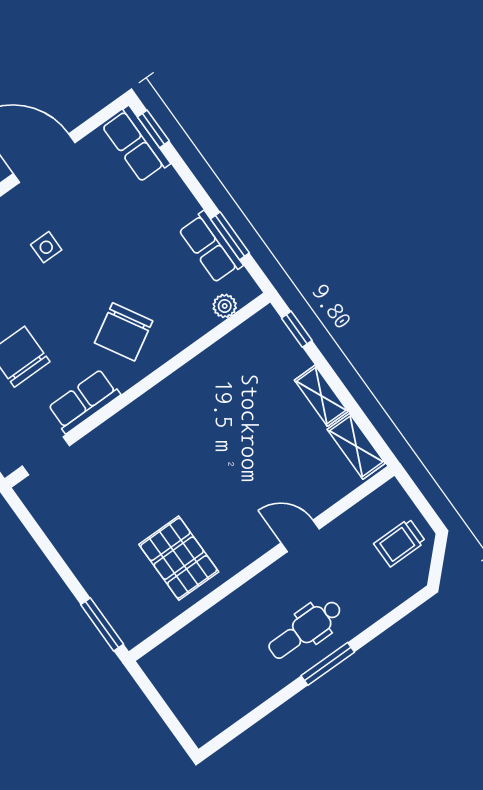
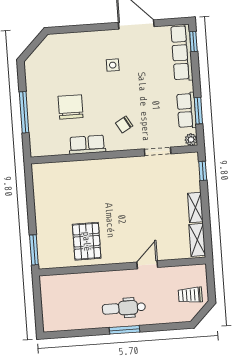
row of seats: (136, 144) -> (182, 53), width x1.48
plant: (225, 306) -> (191, 140), moved
chair: (124, 332) -> (124, 124), width x0.54, depth x0.54
doorway: (46, 456) -> (158, 151), moved
door: (300, 536) -> (147, 265), hinge flipped

